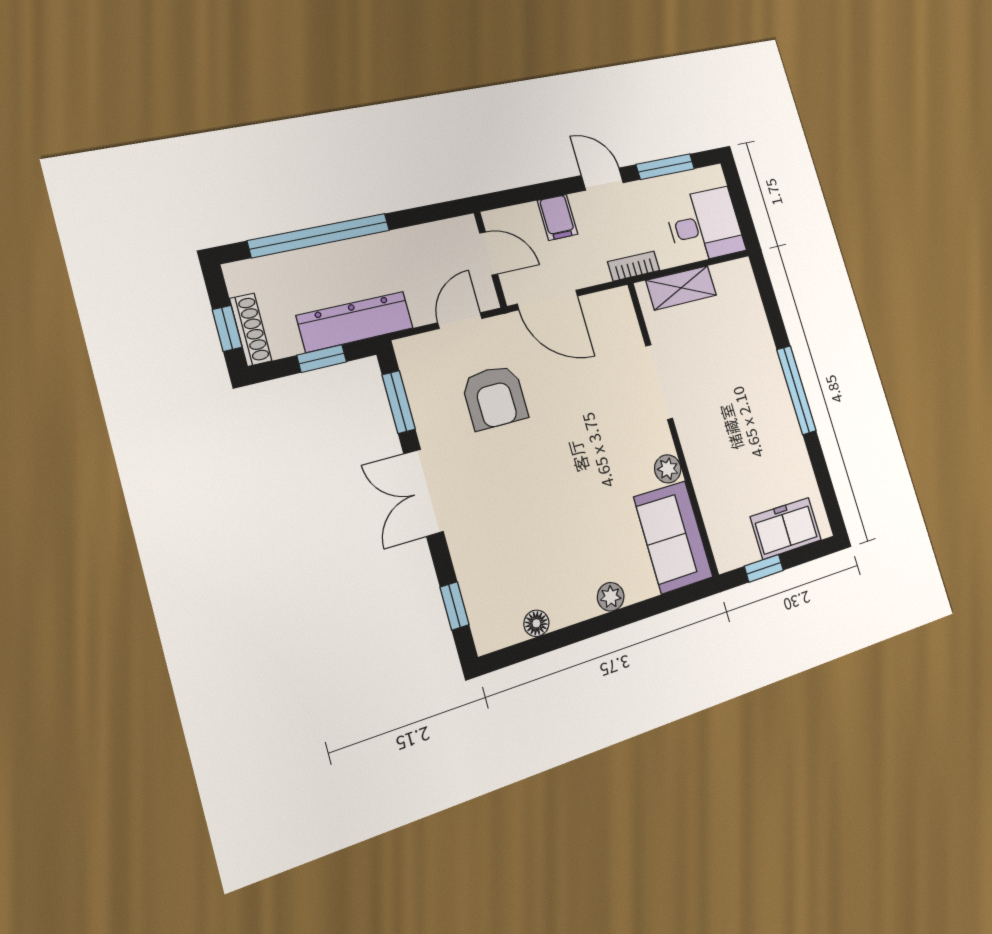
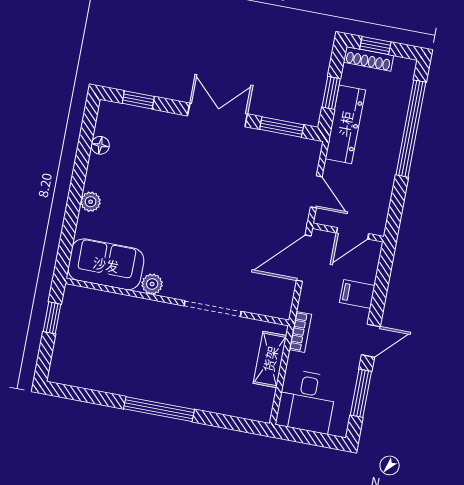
armchair: (495, 397) -> (256, 190), removed
freezer: (786, 528) -> (70, 349), removed

